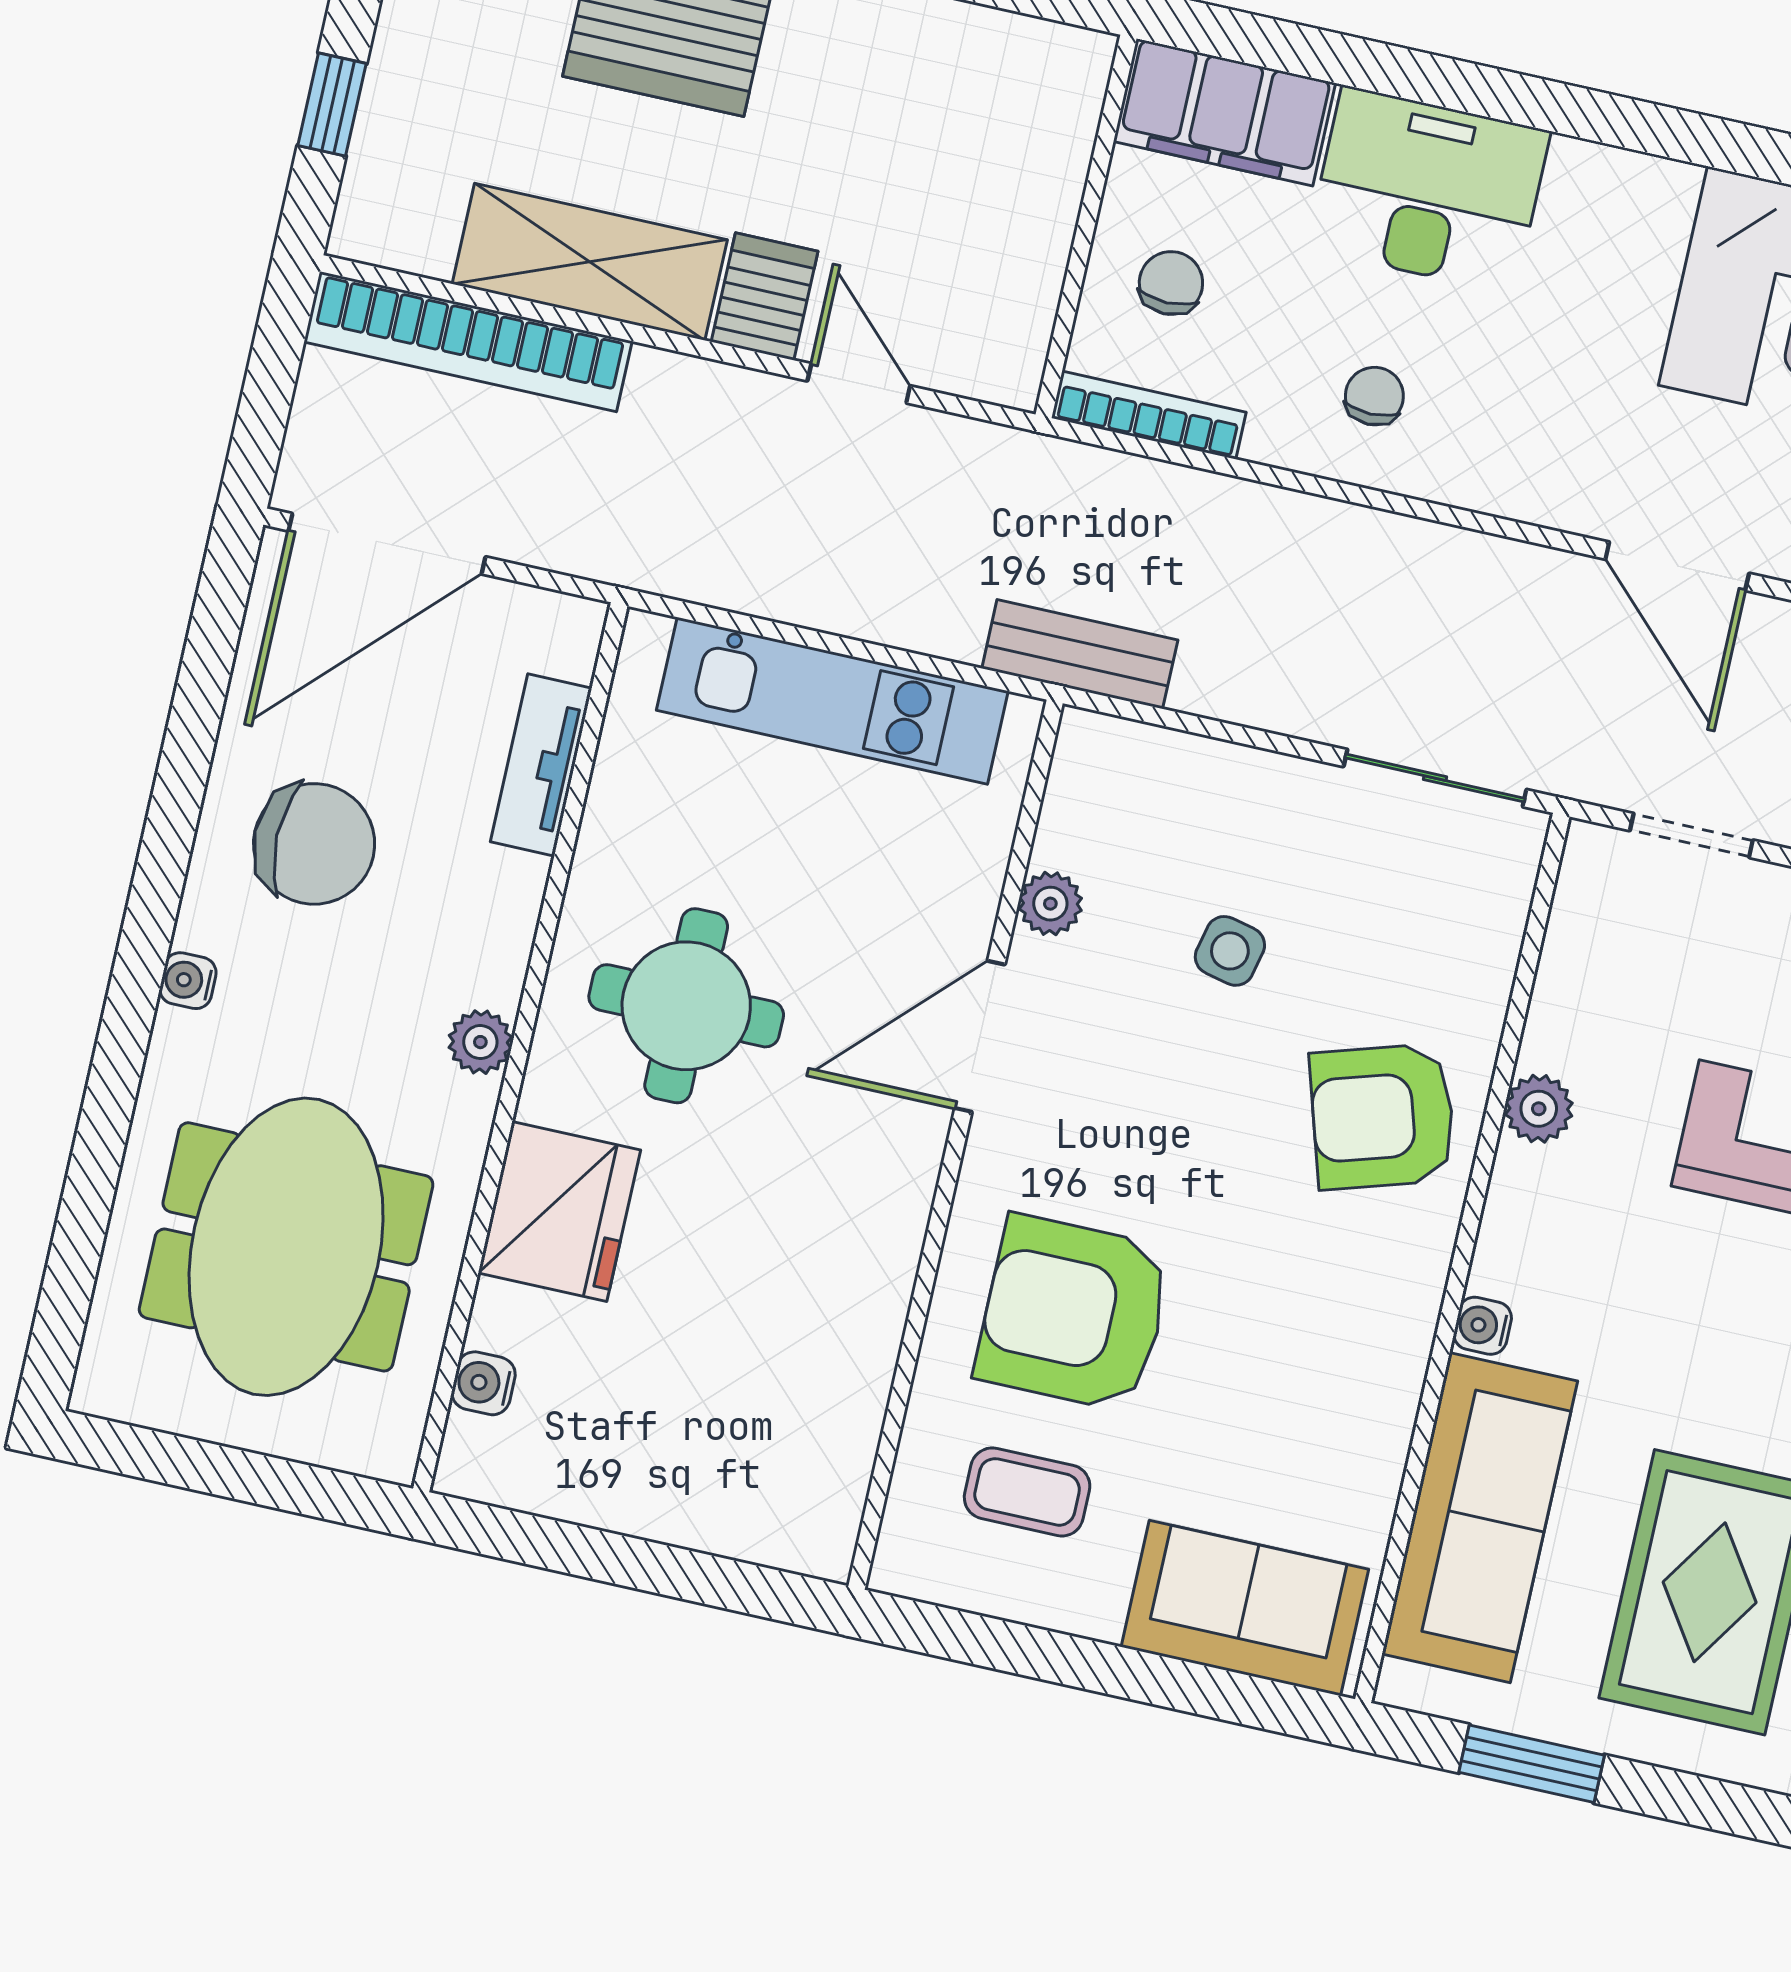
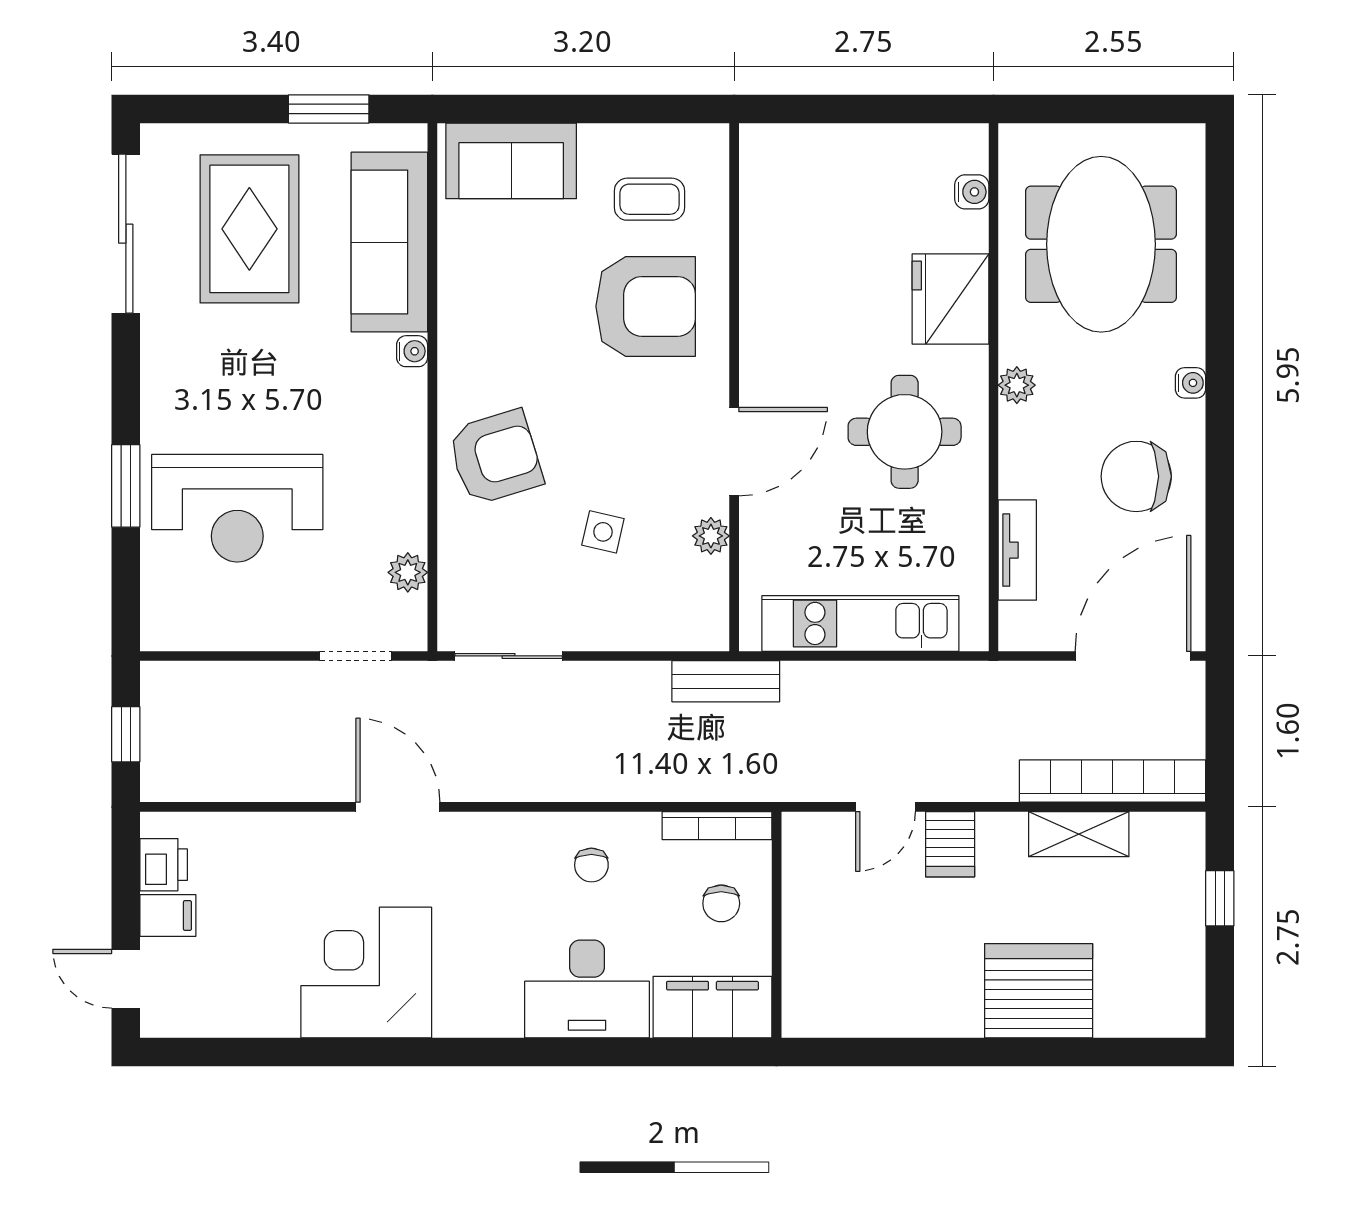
shelving: (590, 262) -> (1079, 834), width x0.67, depth x0.75
door: (859, 383) -> (886, 807), hinge flipped
plant: (1539, 1109) -> (408, 572), moved

